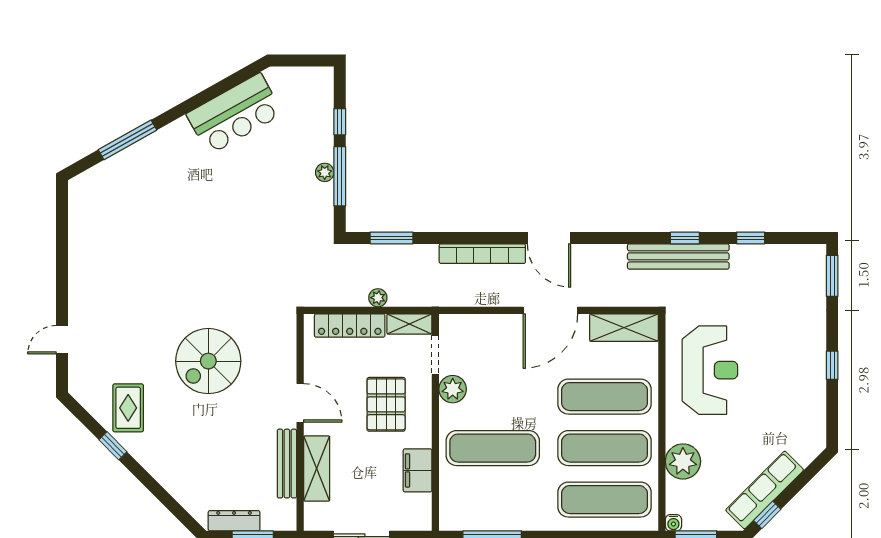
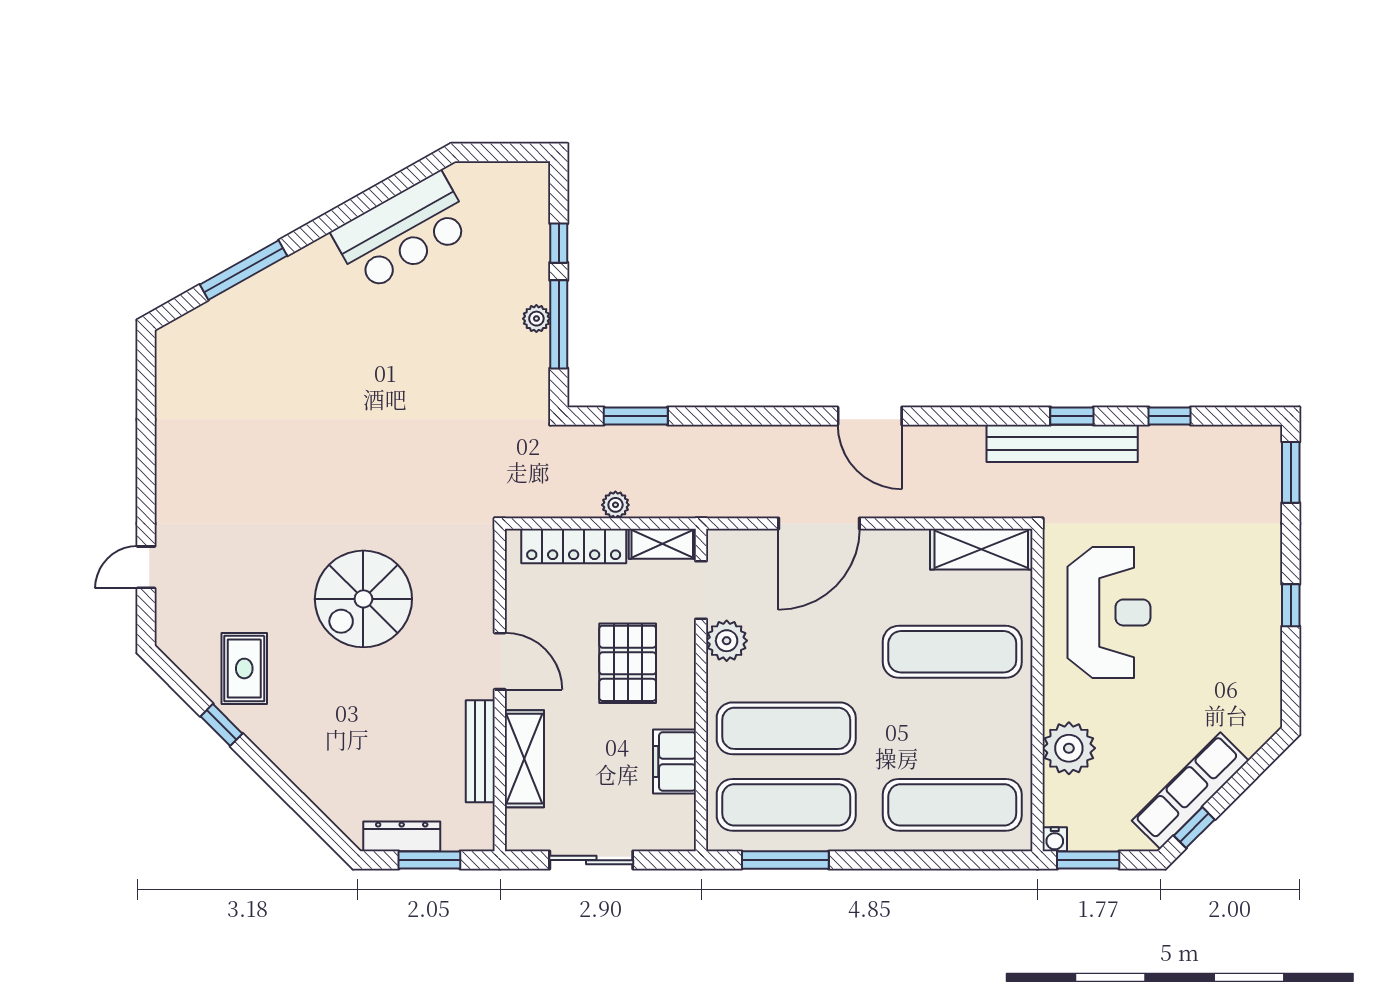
bookcase: (482, 254) -> (771, 439), removed
door: (550, 310) -> (819, 524), moved
exercise mat: (604, 448) -> (786, 805), moved

